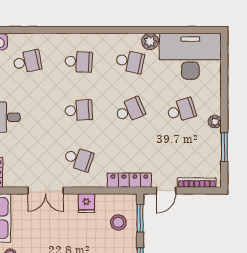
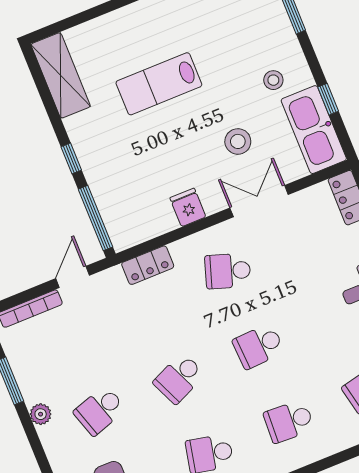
locker: (129, 180) -> (148, 265), width x0.66
window: (140, 218) -> (96, 218), width x1.44
stool: (118, 222) -> (238, 141), moved

